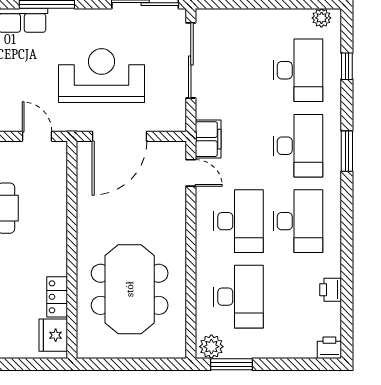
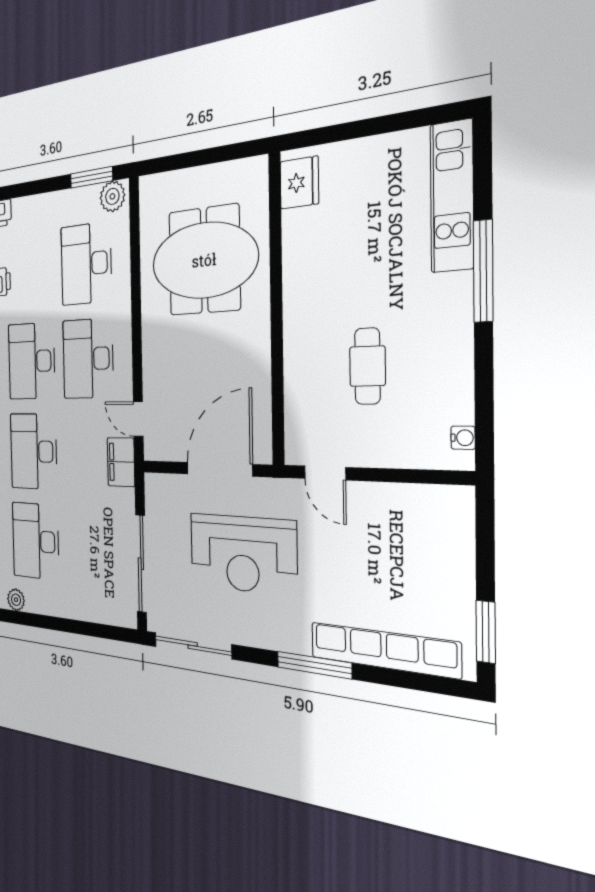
meeting table: (130, 289) -> (204, 260), turned 90
locker: (57, 297) -> (295, 239), removed

